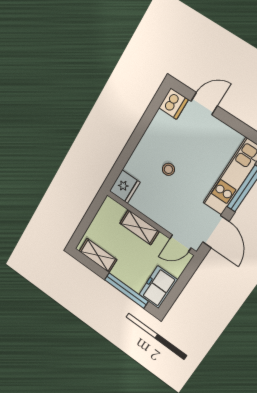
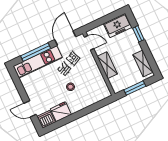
fridge: (125, 187) -> (61, 112), moved
window: (88, 218) -> (135, 88), added
window: (126, 291) -> (138, 34), width x0.46

